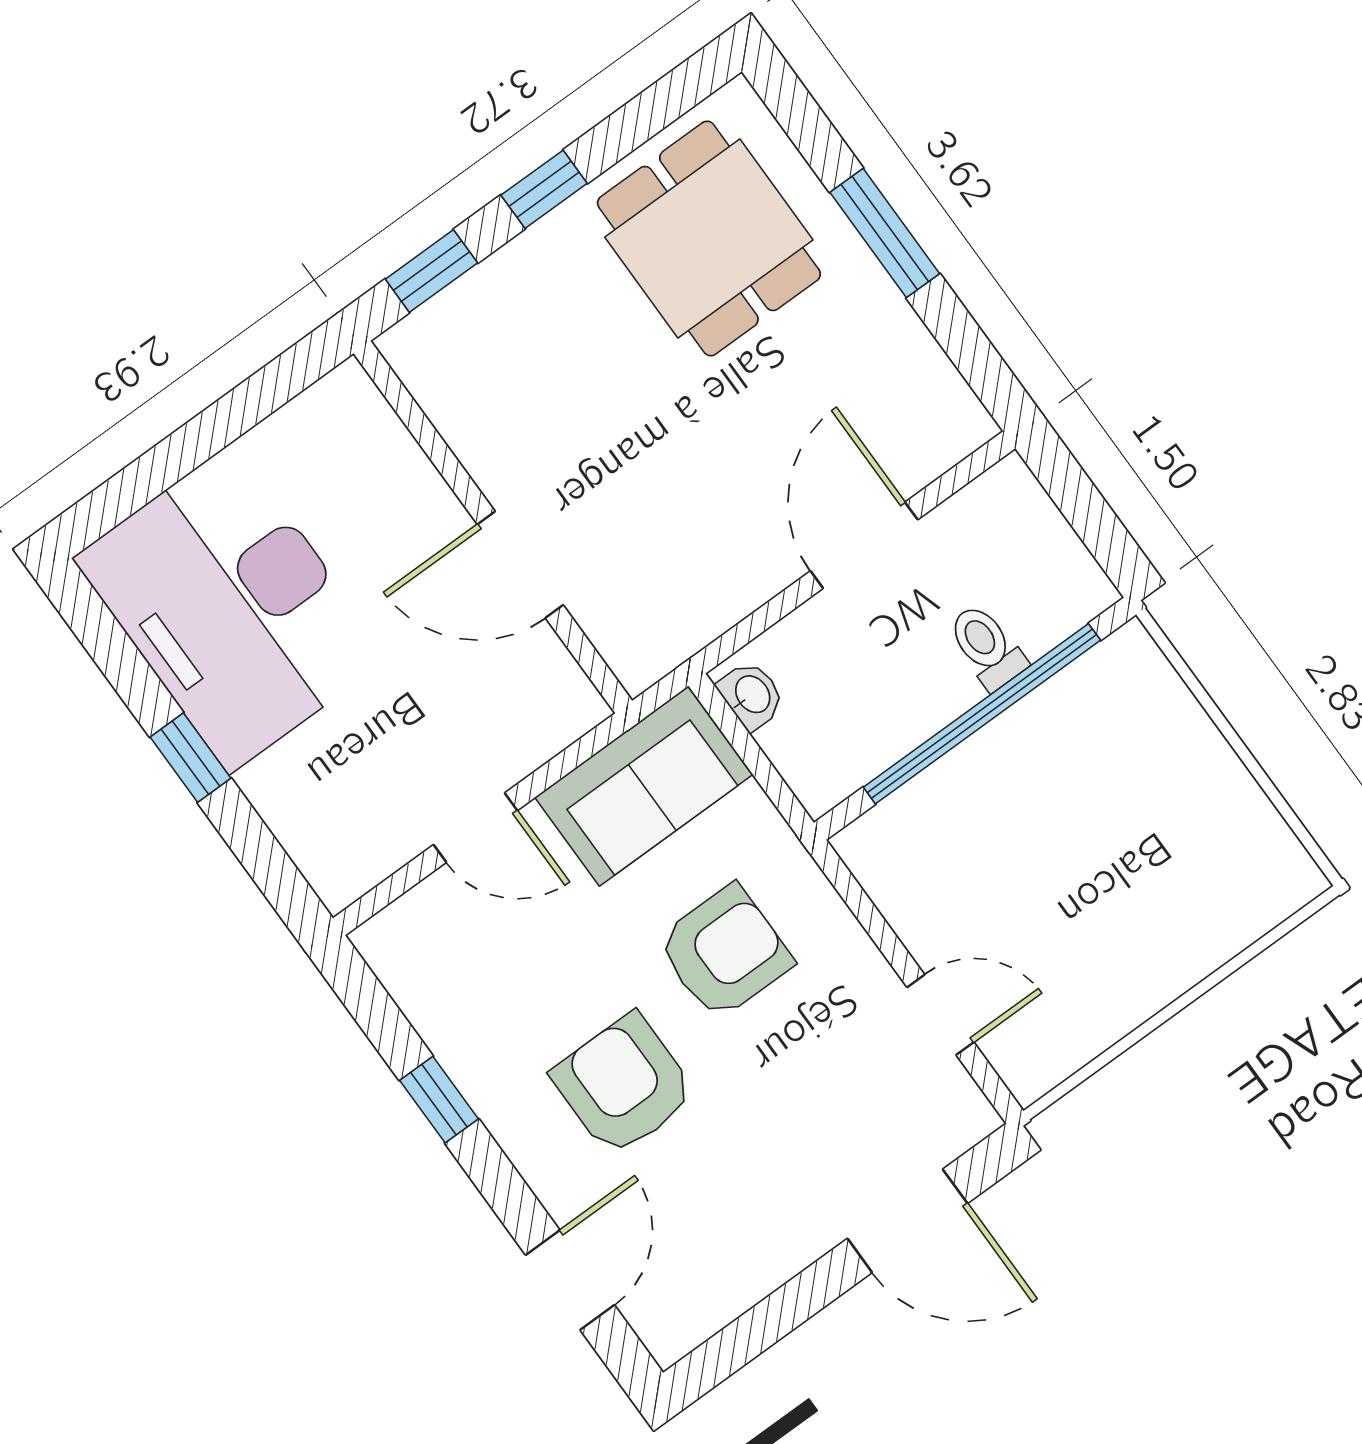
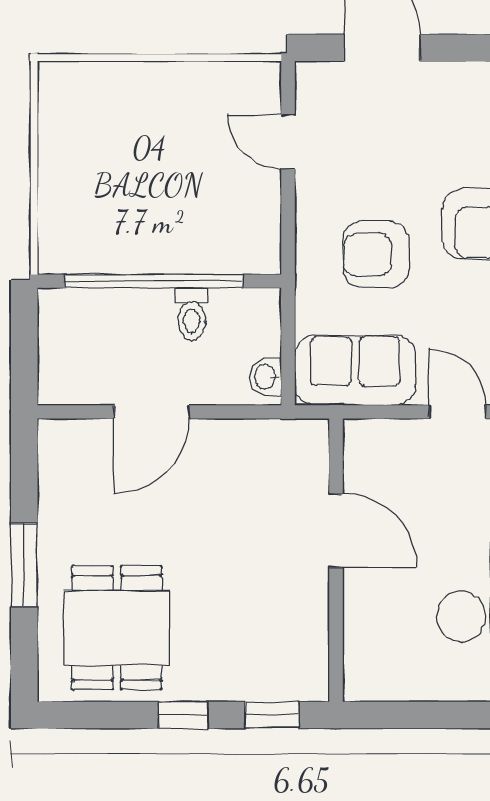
toilet: (987, 647) -> (192, 314), moved

